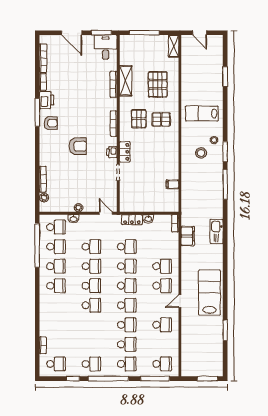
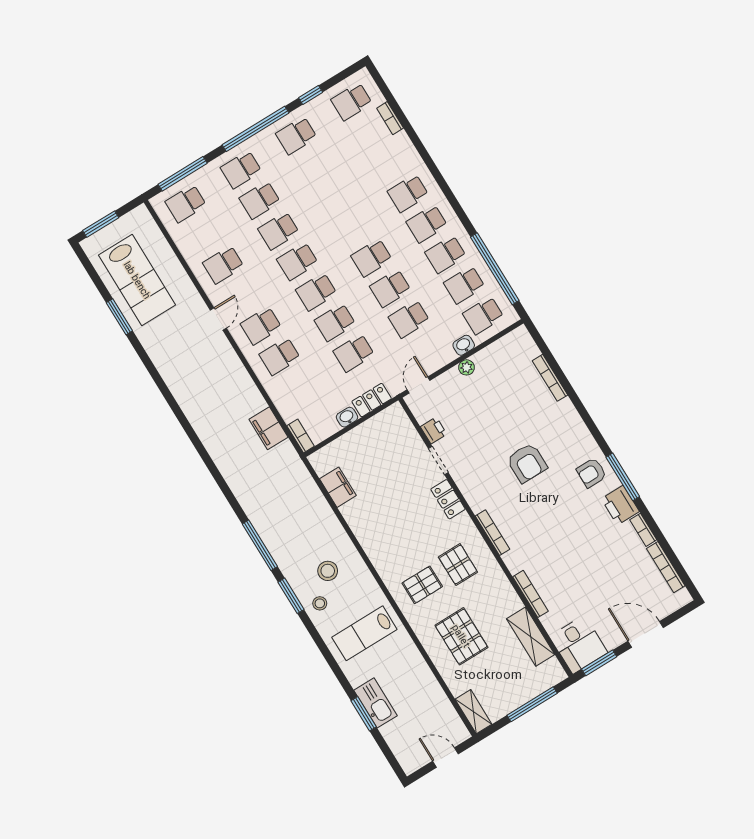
shelving: (126, 81) -> (531, 637), moved
lab bench: (202, 113) -> (364, 633), turned 180
armchair: (78, 146) -> (527, 463), turned -90
printer: (112, 152) -> (434, 430), moved
filing cabinet: (172, 184) -> (338, 487), width x2.00
plant: (44, 198) -> (530, 350), removed
door: (106, 213) -> (419, 385), swing flipped
kitchen sink: (217, 231) -> (375, 703), moved
lab bench: (209, 293) -> (137, 280), moved
school desk: (91, 305) -> (408, 193), moved

